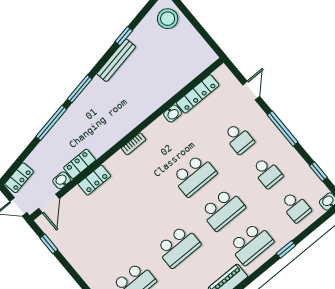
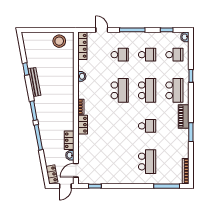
stool: (168, 19) -> (59, 41), moved
locker: (198, 94) -> (82, 46), moved
locker: (94, 180) -> (83, 125), moved
door: (49, 203) -> (76, 170), swing flipped
school desk: (178, 246) -> (147, 126), width x0.54

